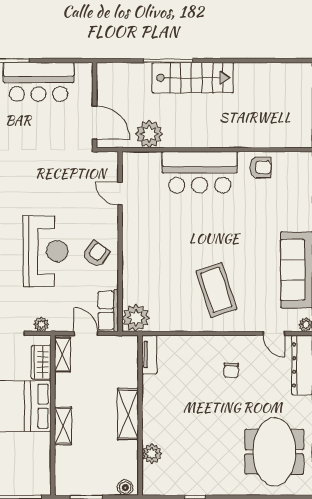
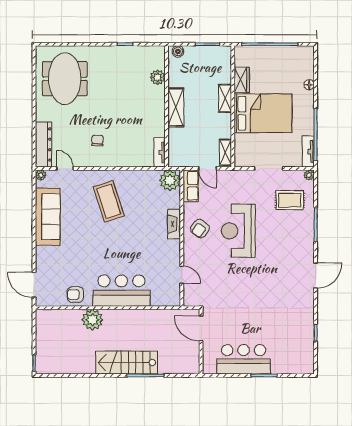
plant: (149, 134) -> (92, 320), moved
fireplace: (130, 260) -> (174, 224), added
plant: (41, 324) -> (242, 175), removed
wardrobe: (41, 362) -> (242, 80), moved

